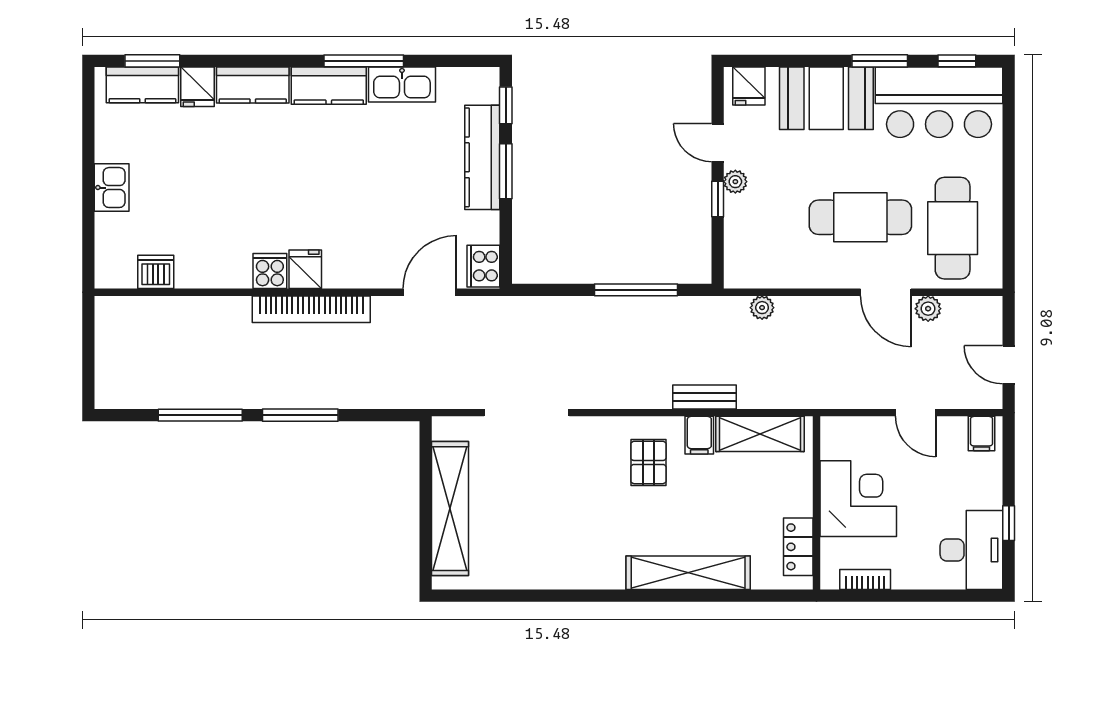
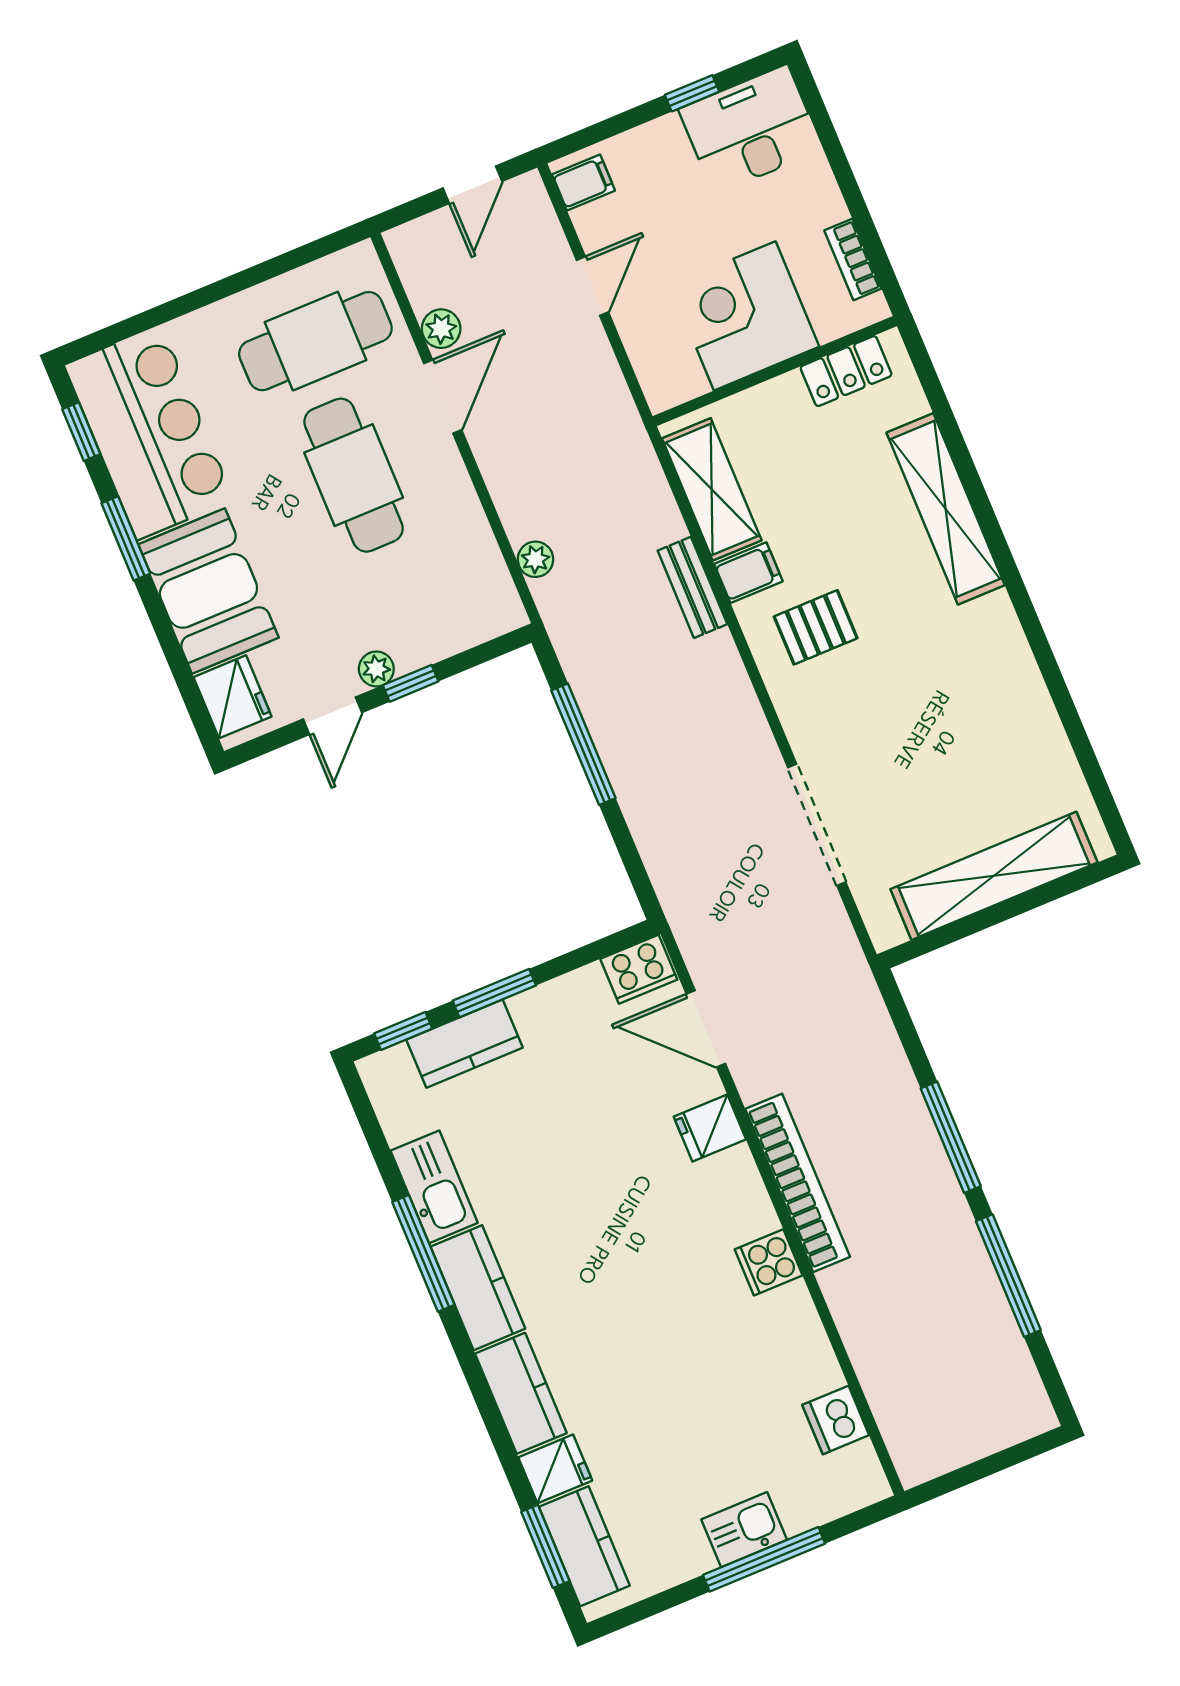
fridge: (749, 86) -> (233, 697), width x1.38
kitchen counter: (482, 157) -> (464, 1044), width x0.67
window: (88, 192) -> (764, 1559), added
fridge: (305, 269) -> (710, 1128), moved

